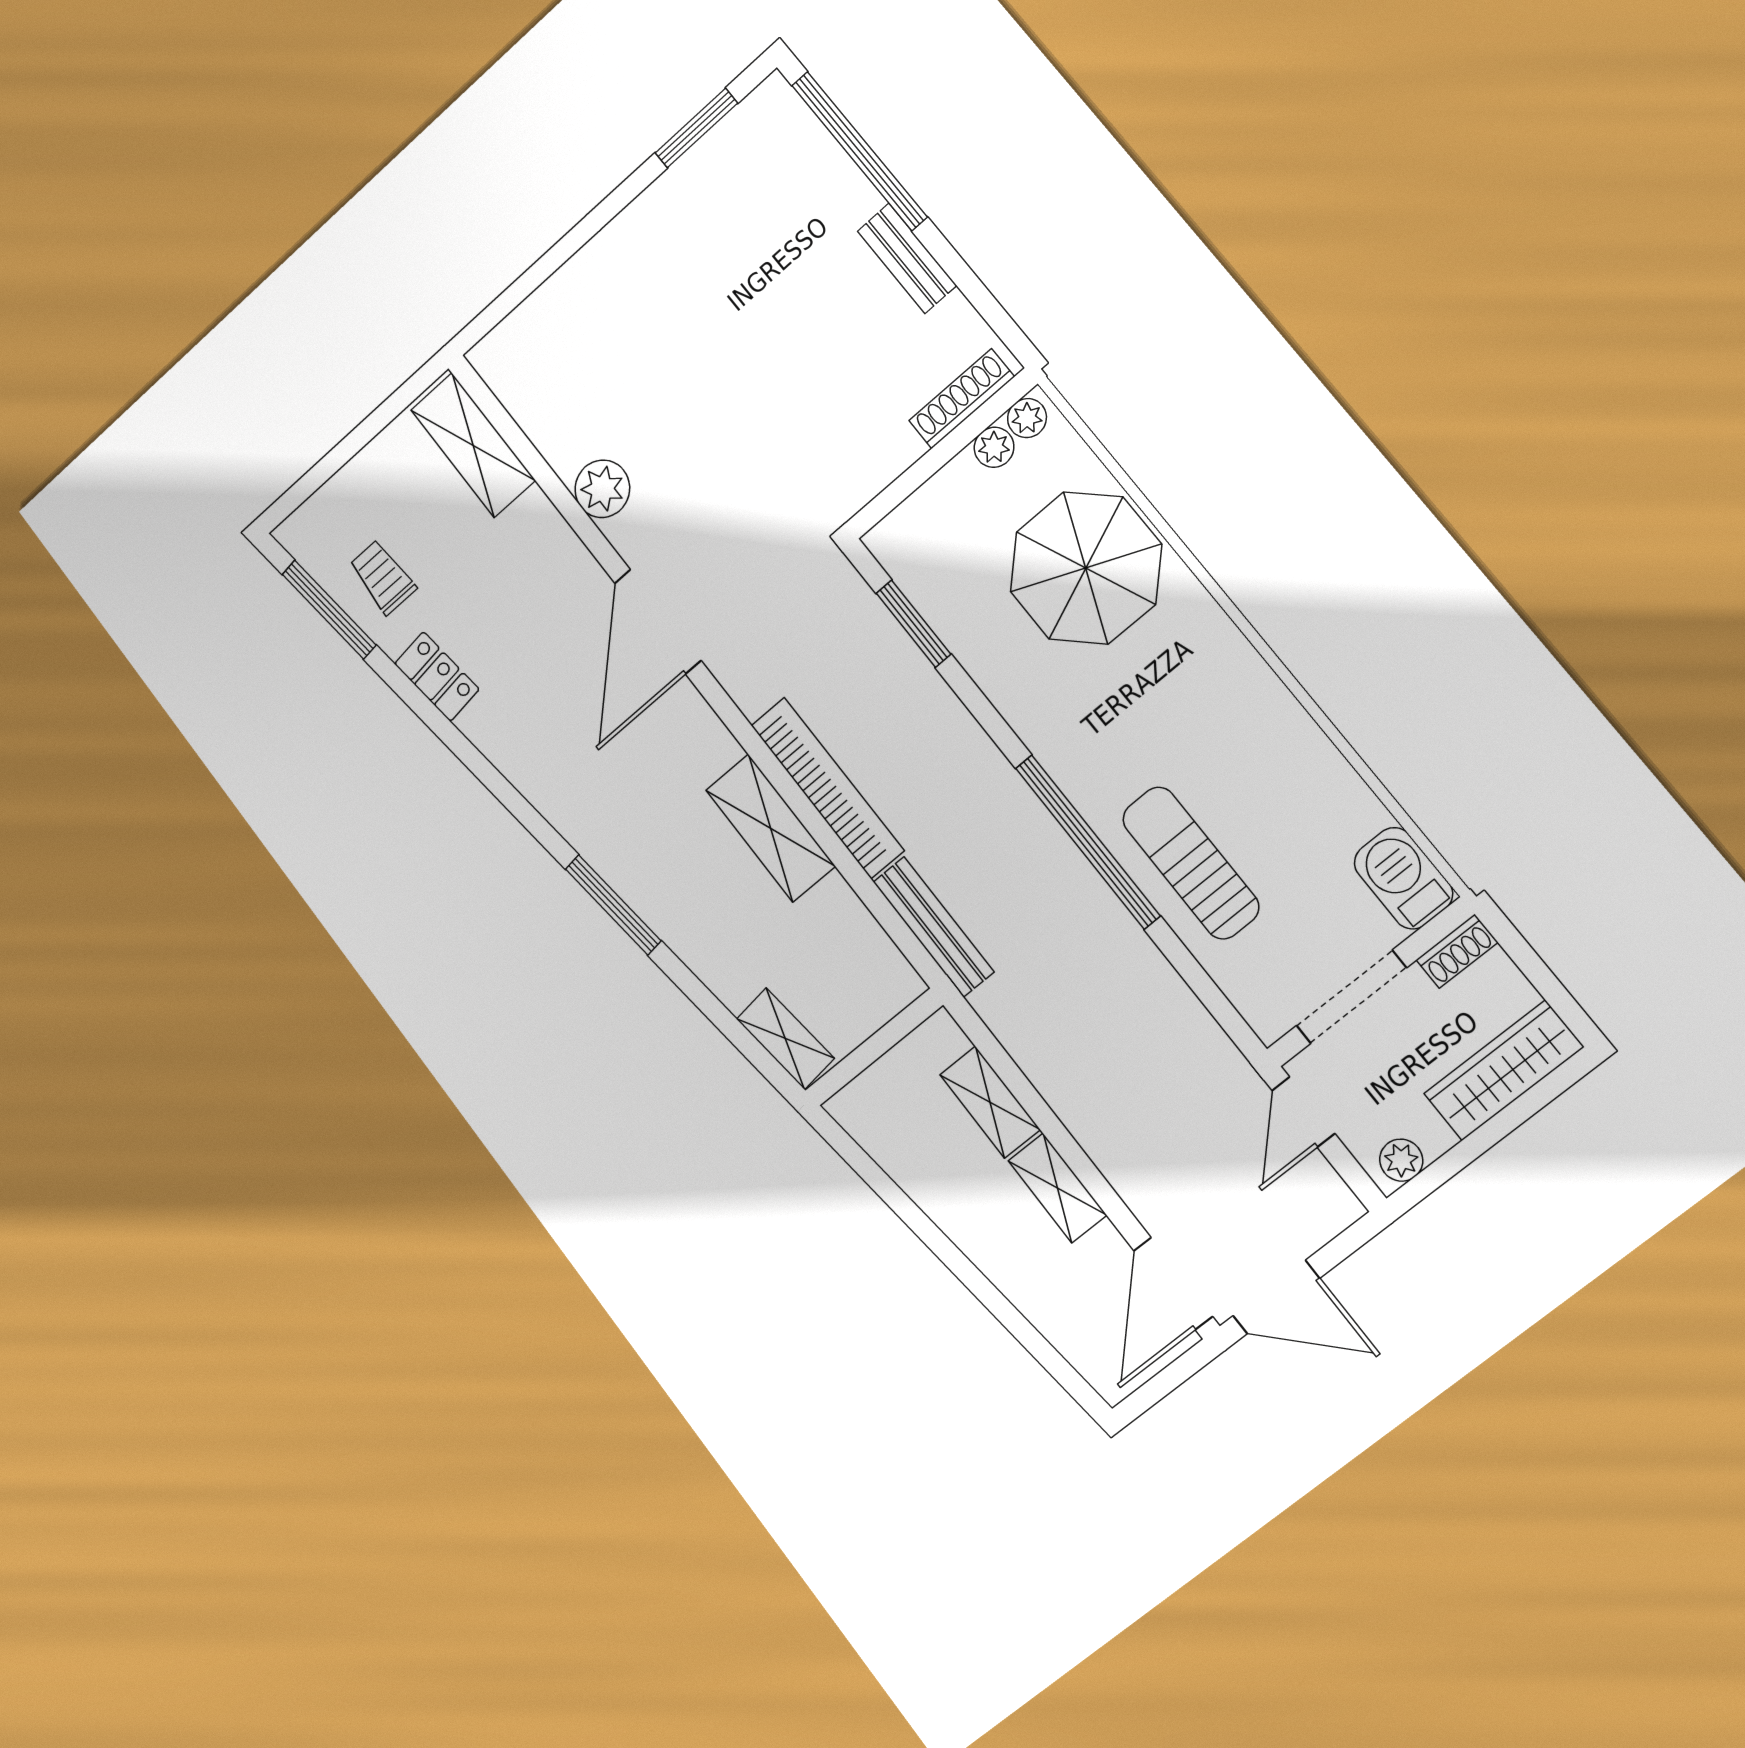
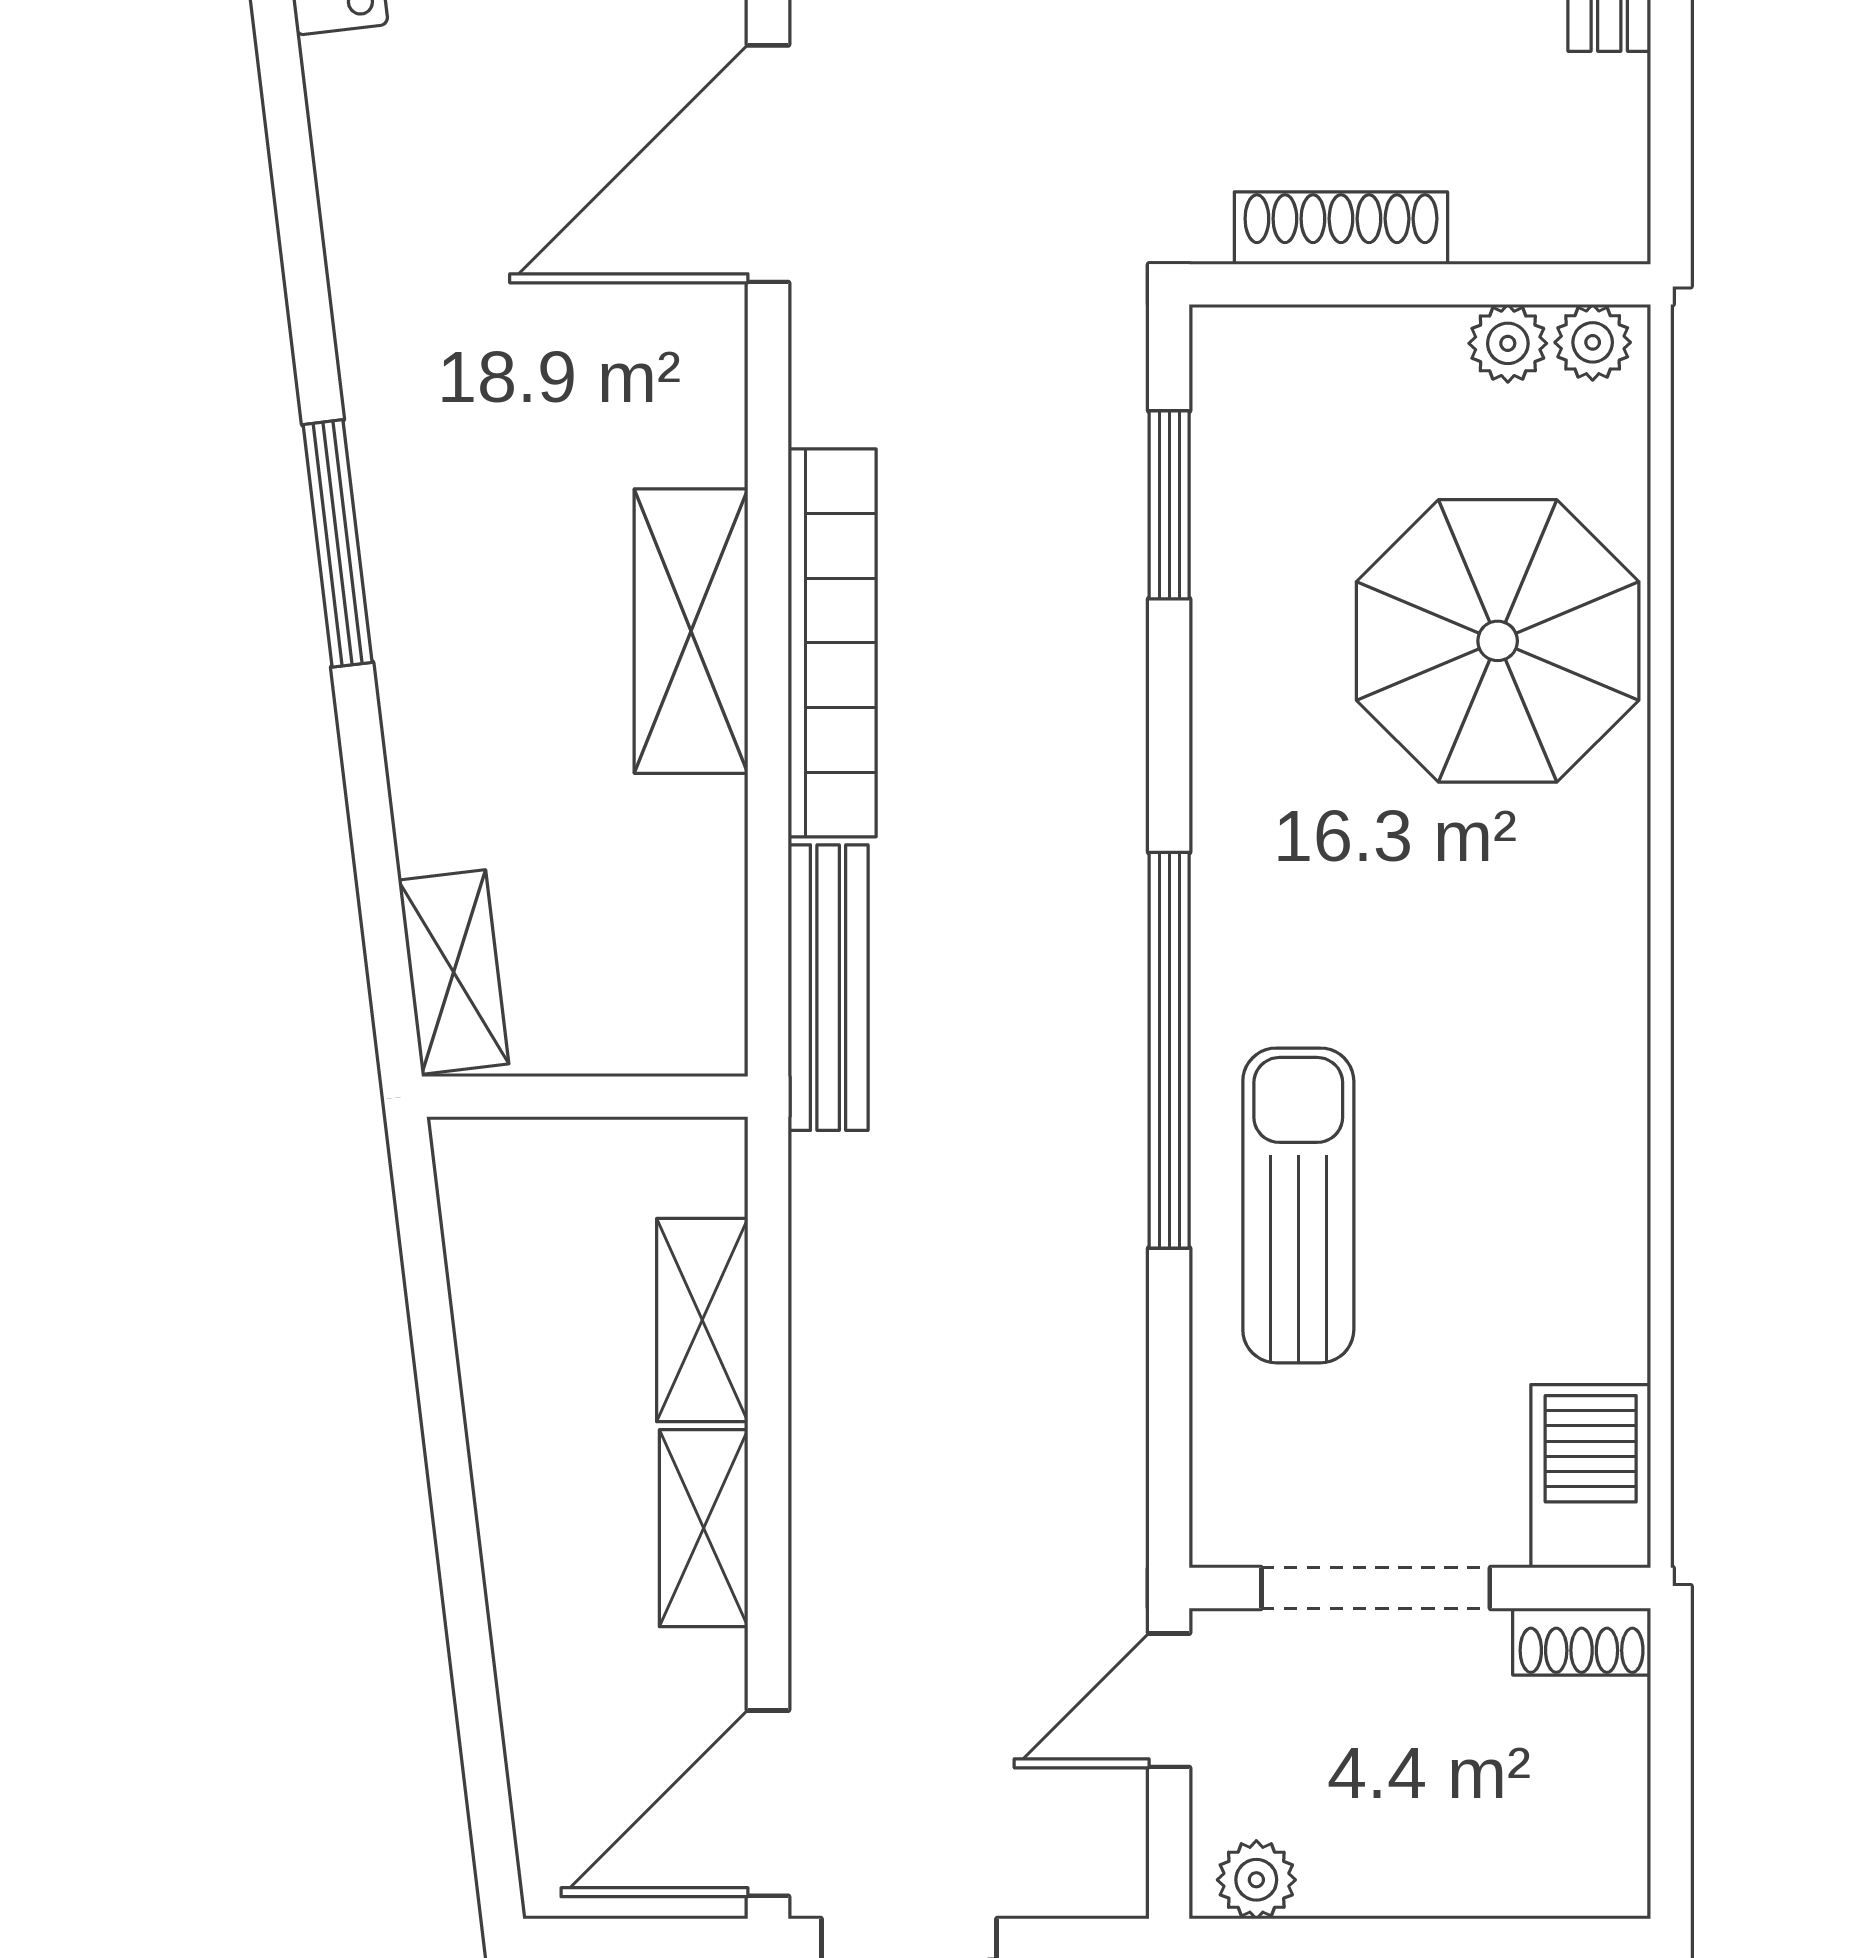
shoe rack: (962, 399) -> (1341, 228), moved
wardrobe: (1504, 1071) -> (1509, 1864), removed

